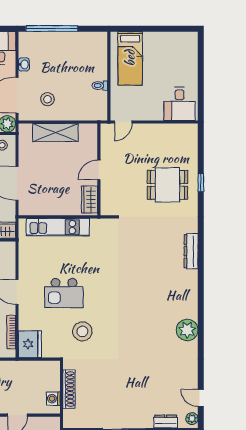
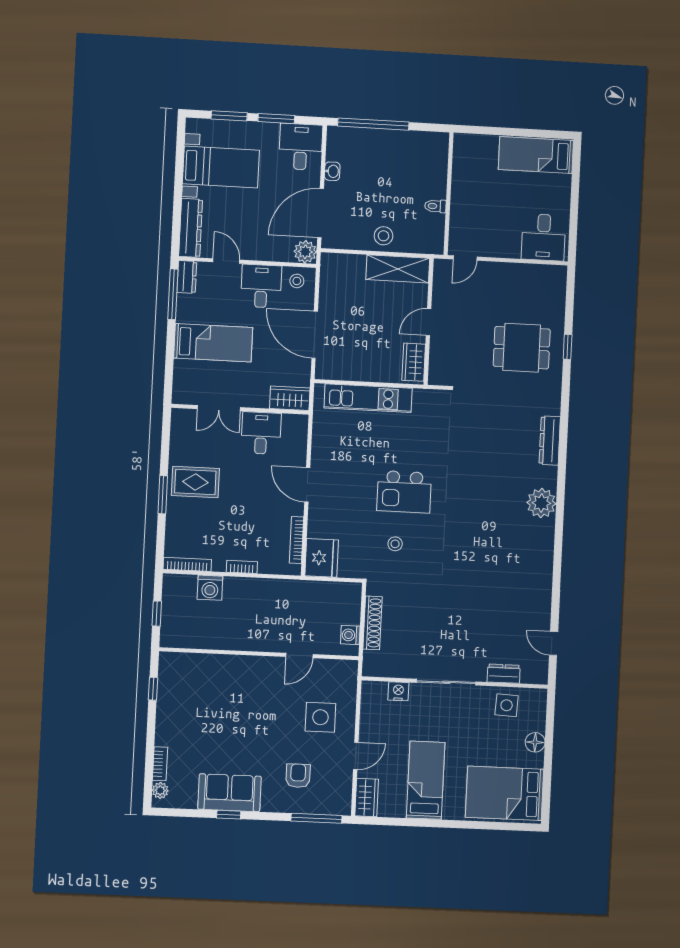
bed: (130, 58) -> (536, 155), moved, turned 90
stool: (47, 99) -> (384, 236), moved
shelving: (56, 133) -> (398, 269), moved
kitchen island: (64, 293) -> (404, 492), moved
plant: (187, 330) -> (541, 503), moved
stool: (82, 331) -> (395, 544), width x0.53, depth x0.53
plant: (192, 419) -> (540, 671), removed

